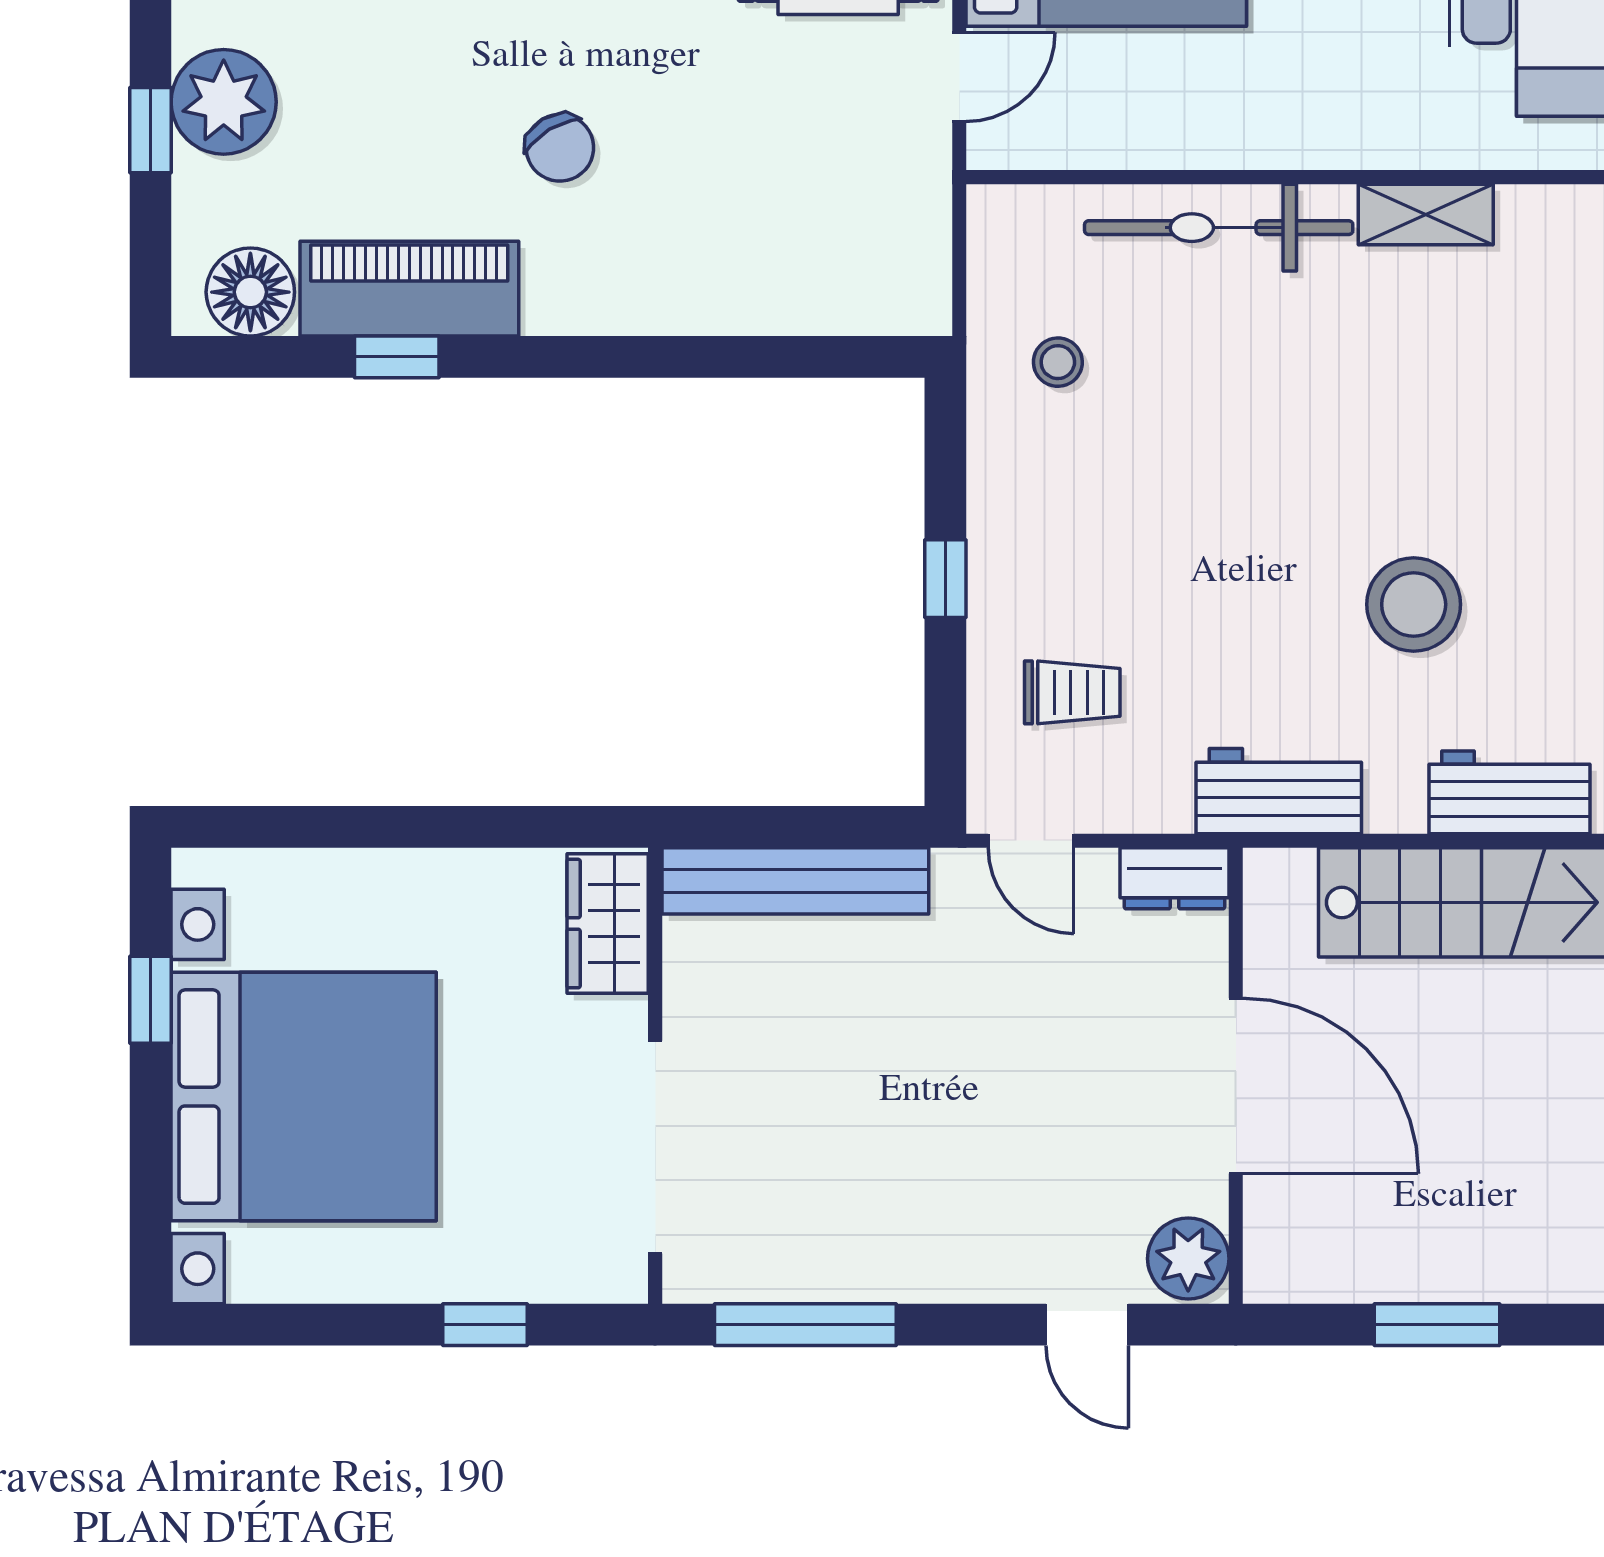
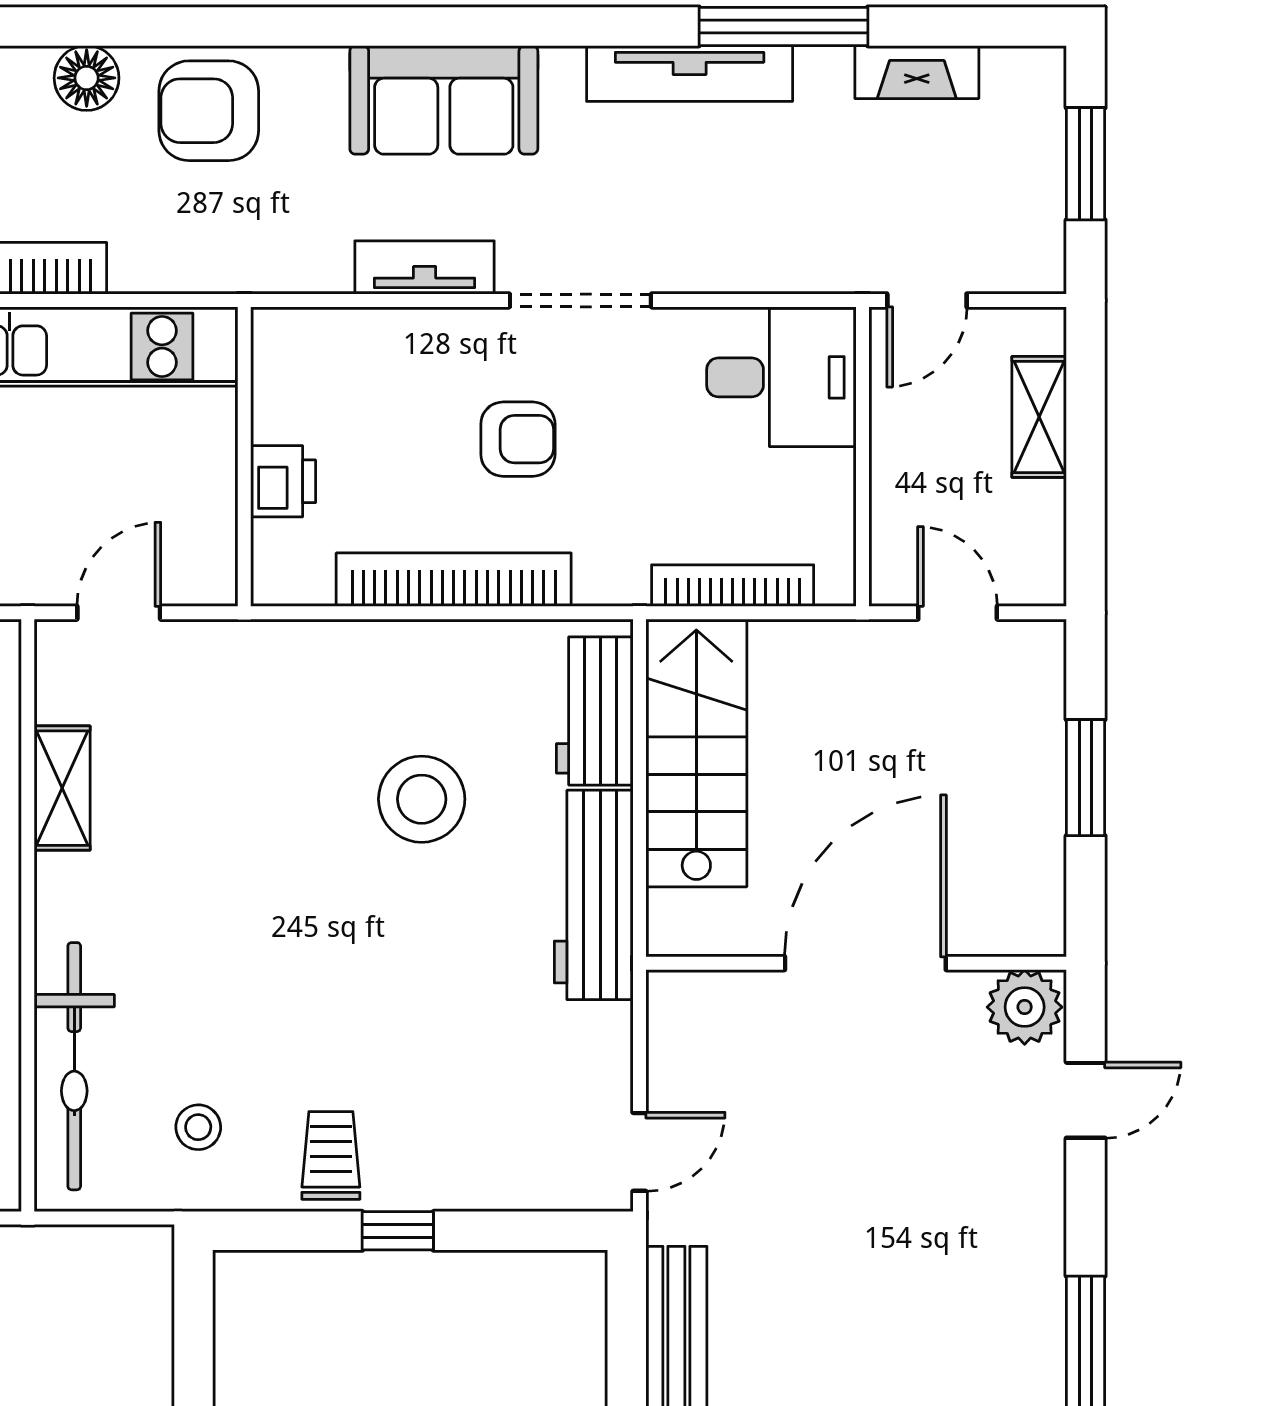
bicycle: (1219, 228) -> (74, 1066), moved
trolley: (1072, 692) -> (331, 1155), moved
workbench: (1279, 791) -> (594, 895), width x1.38
dresser: (1174, 878) -> (674, 1020), removed

